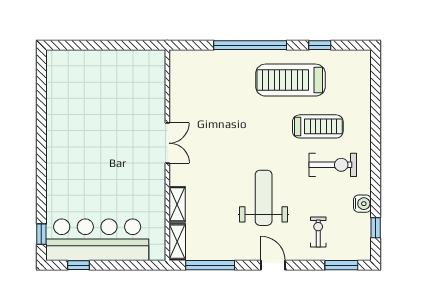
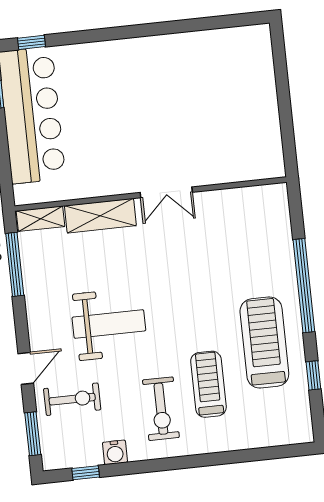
treadmill: (318, 126) -> (208, 384), turned 180
shelving: (177, 204) -> (100, 216), width x1.50, depth x1.33
exercise bike: (318, 232) -> (72, 399), width x1.38, depth x1.39
door: (273, 265) -> (26, 368), moved

